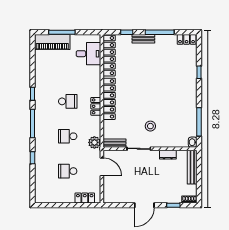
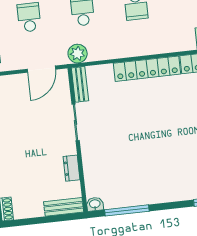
locker: (96, 106) -> (133, 49), removed
stool: (150, 126) -> (112, 136), removed
bench: (192, 167) -> (64, 207), width x0.73

